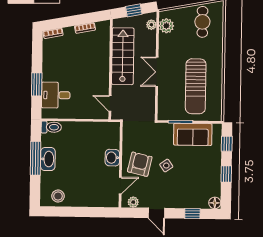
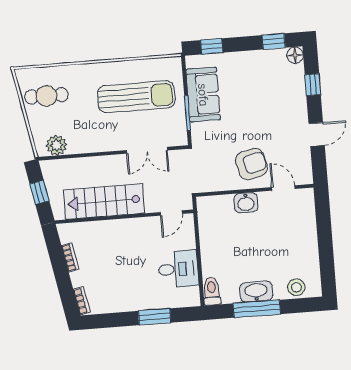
plant: (151, 25) -> (57, 166), removed
double door: (157, 72) -> (147, 150), moved
desk: (56, 95) -> (178, 269), moved, turned -90
armchair: (140, 164) -> (251, 164), turned 153
side table: (166, 166) -> (250, 127), removed
window: (226, 174) -> (274, 41), moved
stool: (58, 196) -> (296, 287), moved
plant: (133, 202) -> (305, 168), removed

